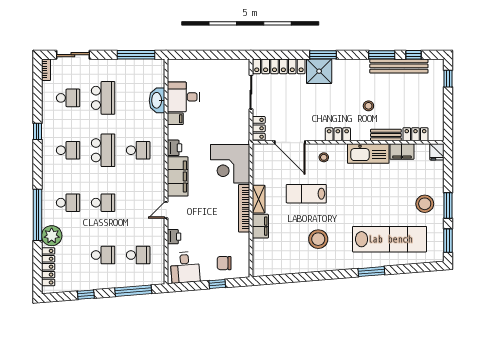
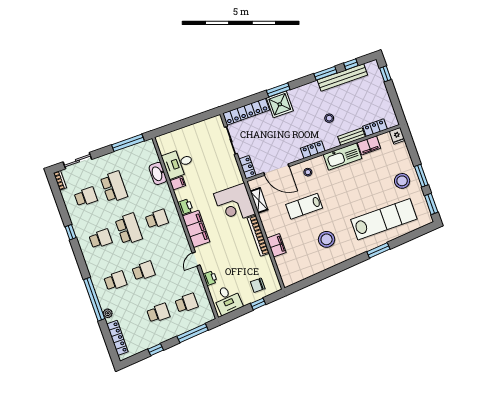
shelving: (259, 199) -> (259, 200), moved
plant: (52, 236) -> (108, 313), width x0.53, depth x0.53

